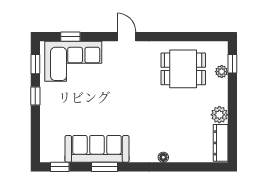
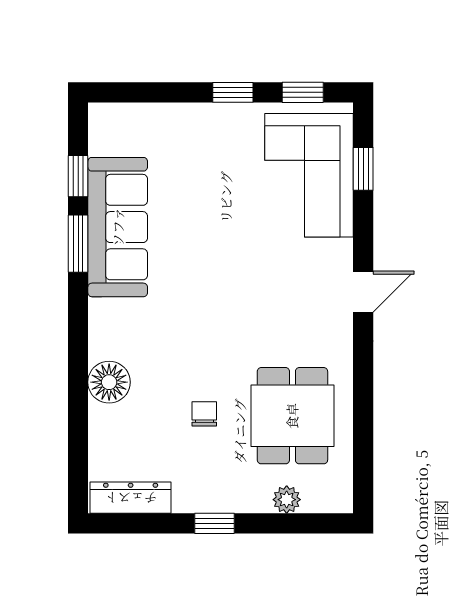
window: (232, 64) -> (214, 523), moved
chair: (182, 109) -> (204, 414), added
plant: (219, 115) -> (192, 495), removed
floor lamp: (163, 157) -> (109, 382), width x1.89, depth x1.89
window: (60, 167) -> (78, 176), moved

